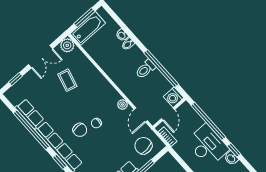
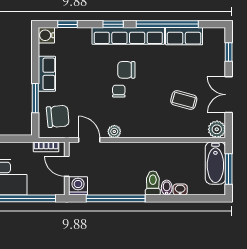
toilet: (145, 69) -> (153, 183), moved

